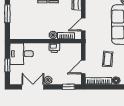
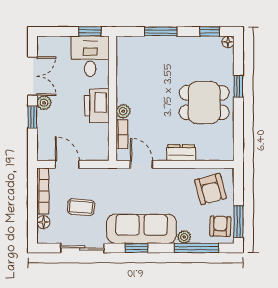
printer: (54, 48) -> (97, 106), width x1.87, depth x1.48
window: (7, 65) -> (90, 31), moved
window: (68, 87) -> (32, 117), moved

